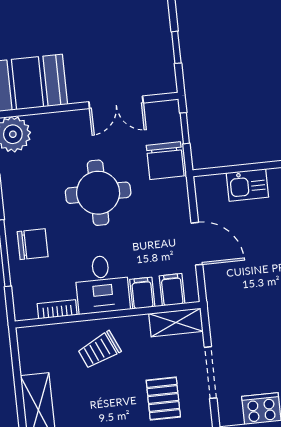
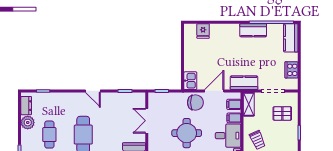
double door: (116, 102) -> (147, 121), swing flipped
chair: (165, 161) -> (195, 103), moved
kitchen sink: (247, 185) -> (190, 81), moved
kitchen counter: (222, 307) -> (244, 83), added

